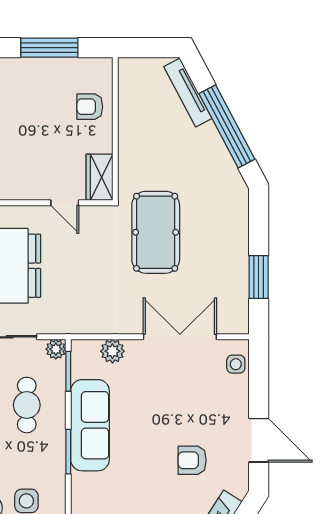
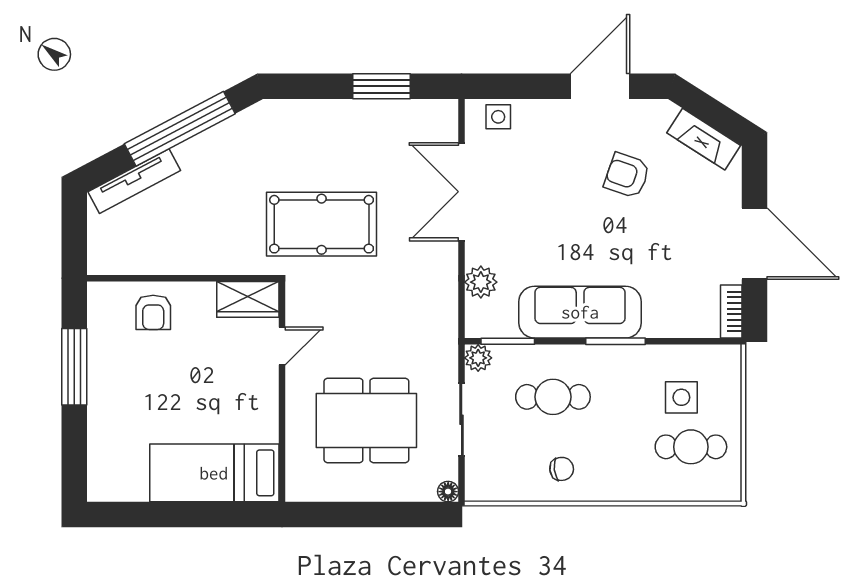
armchair: (192, 460) -> (627, 175), turned 109

